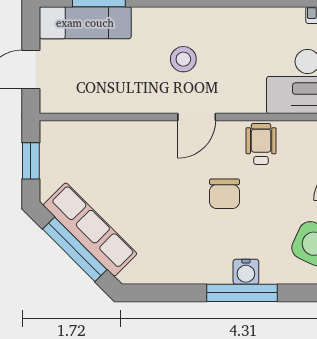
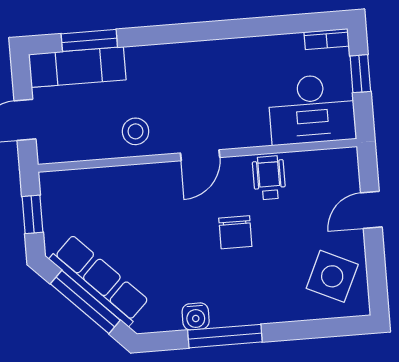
stool: (183, 59) -> (136, 131), moved
water cooler: (246, 272) -> (196, 316), moved
window: (242, 293) -> (225, 336), moved

